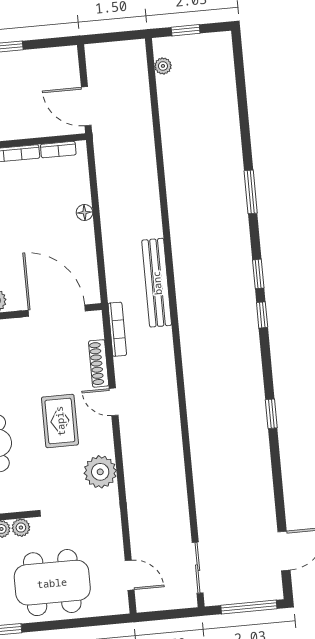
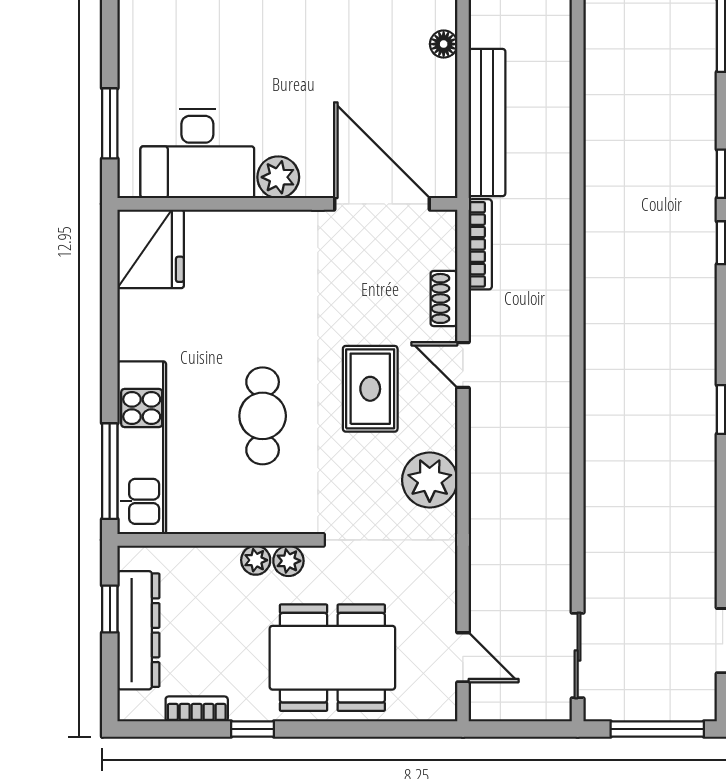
bench: (157, 283) -> (487, 123), moved
shoe rack: (99, 363) -> (444, 298), width x0.70

